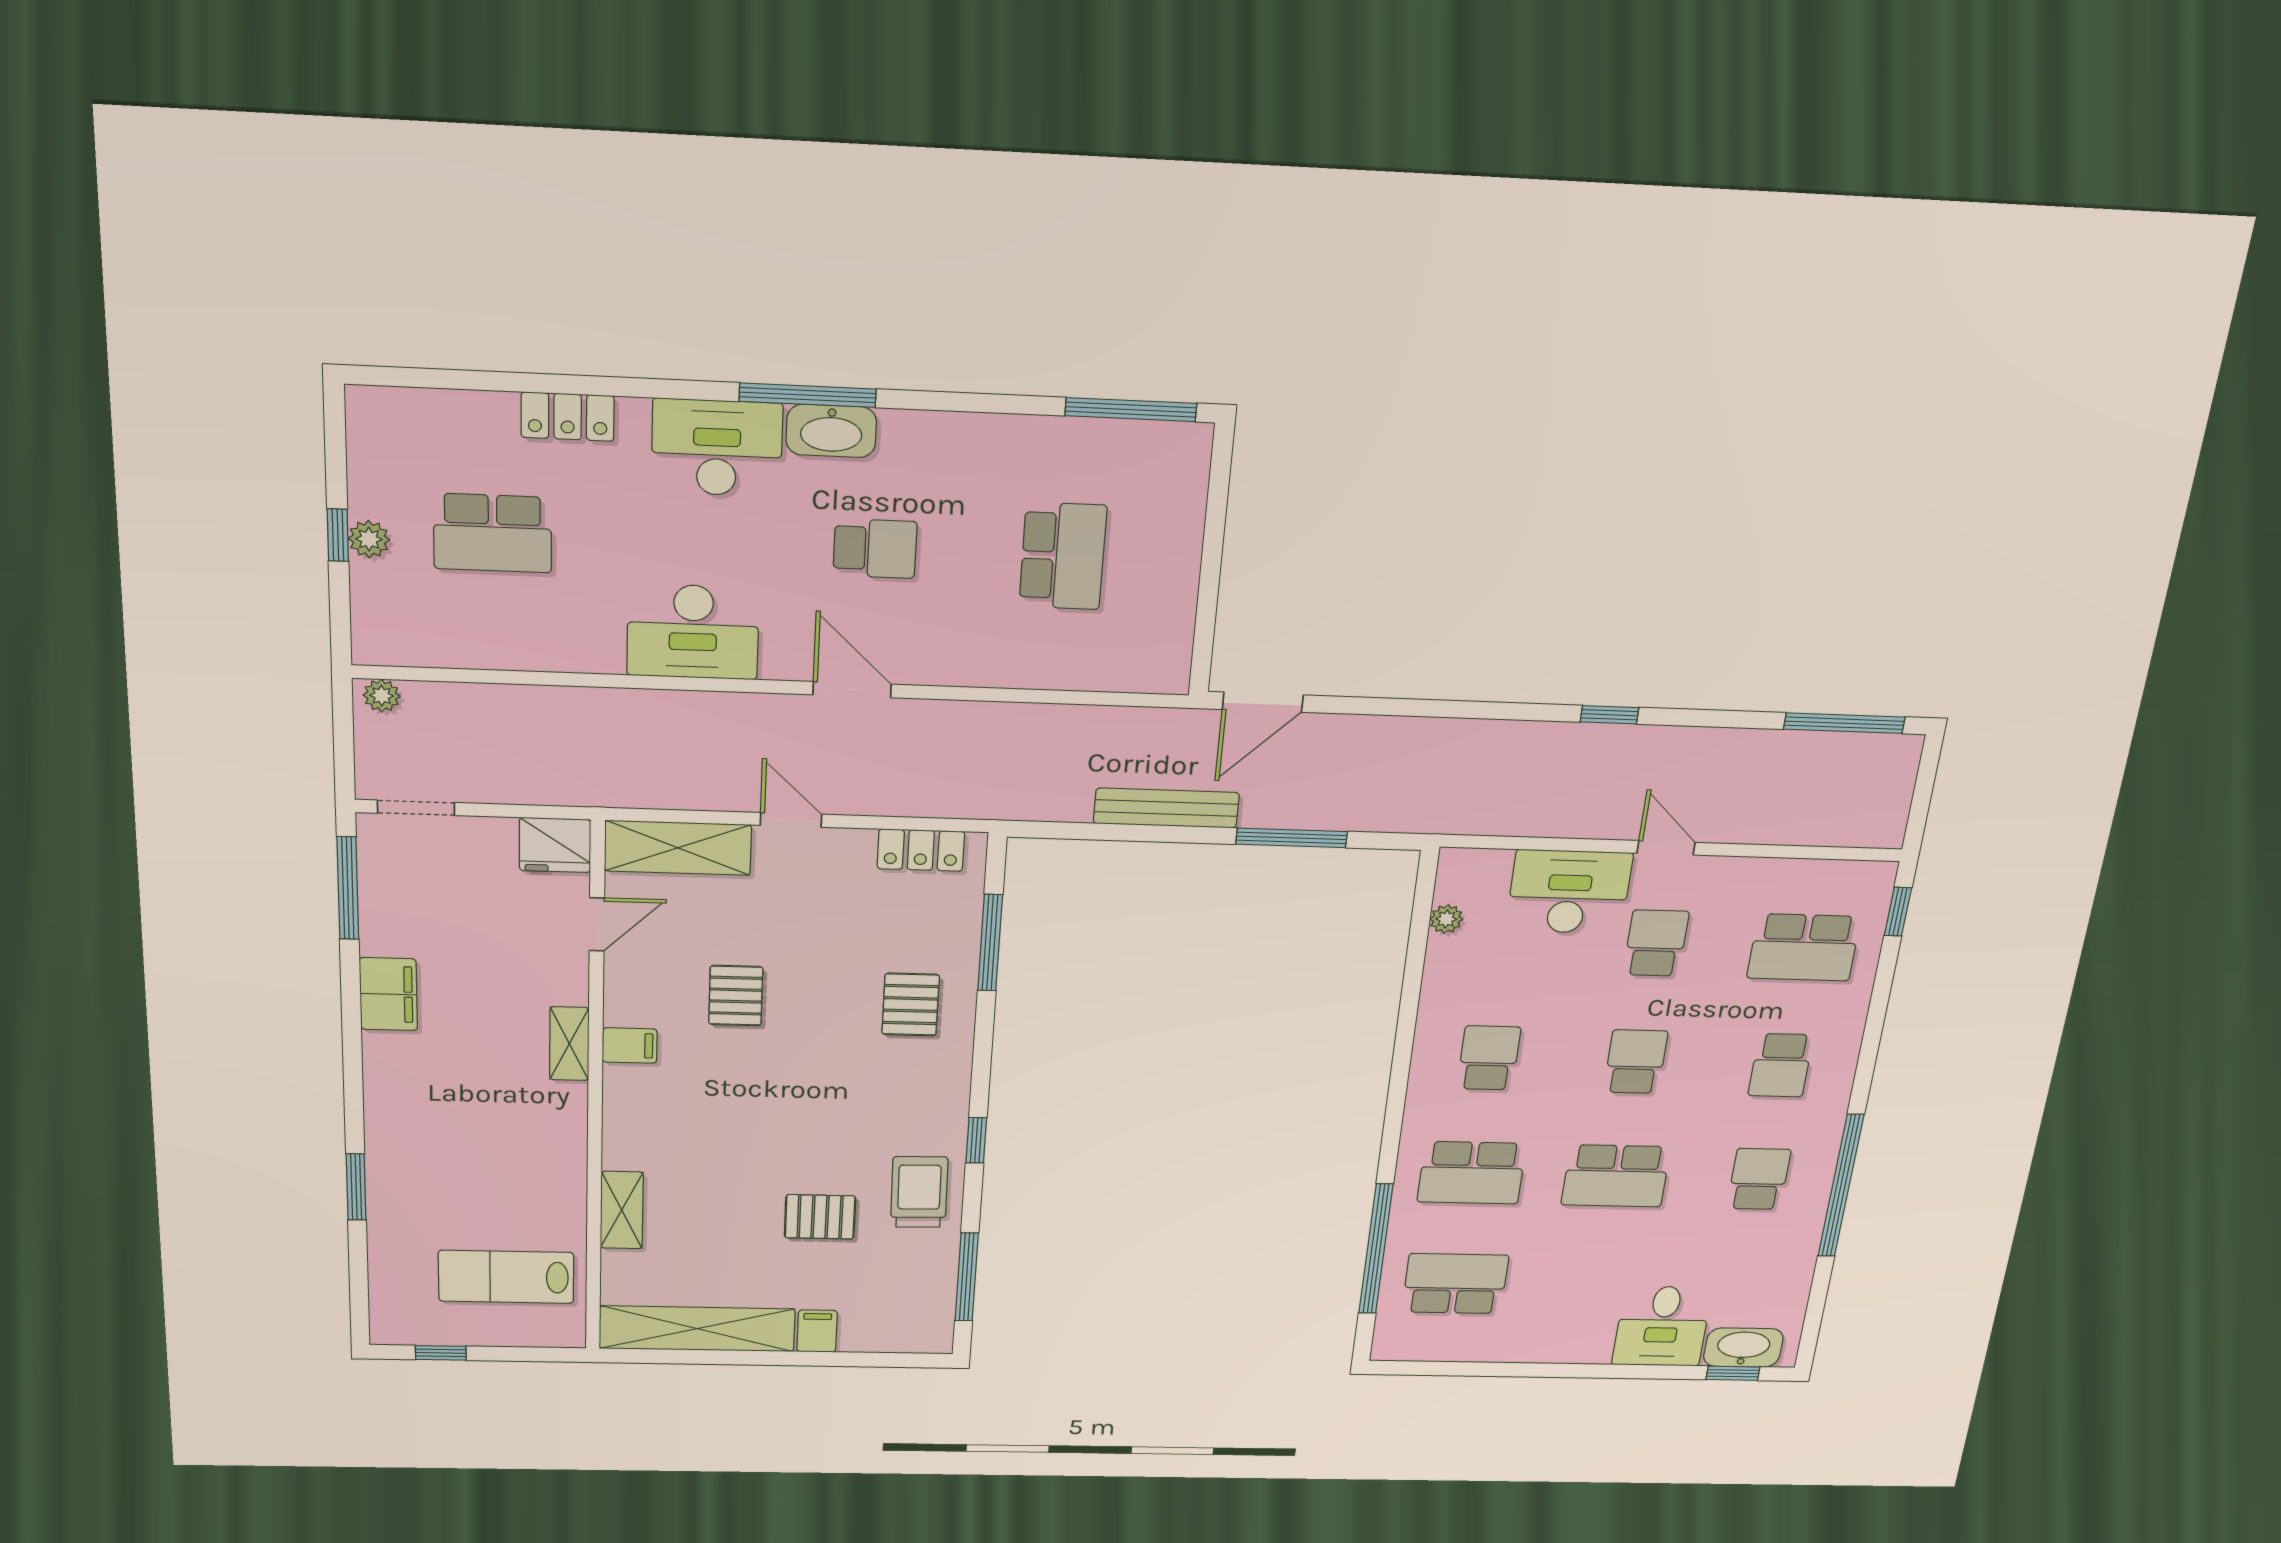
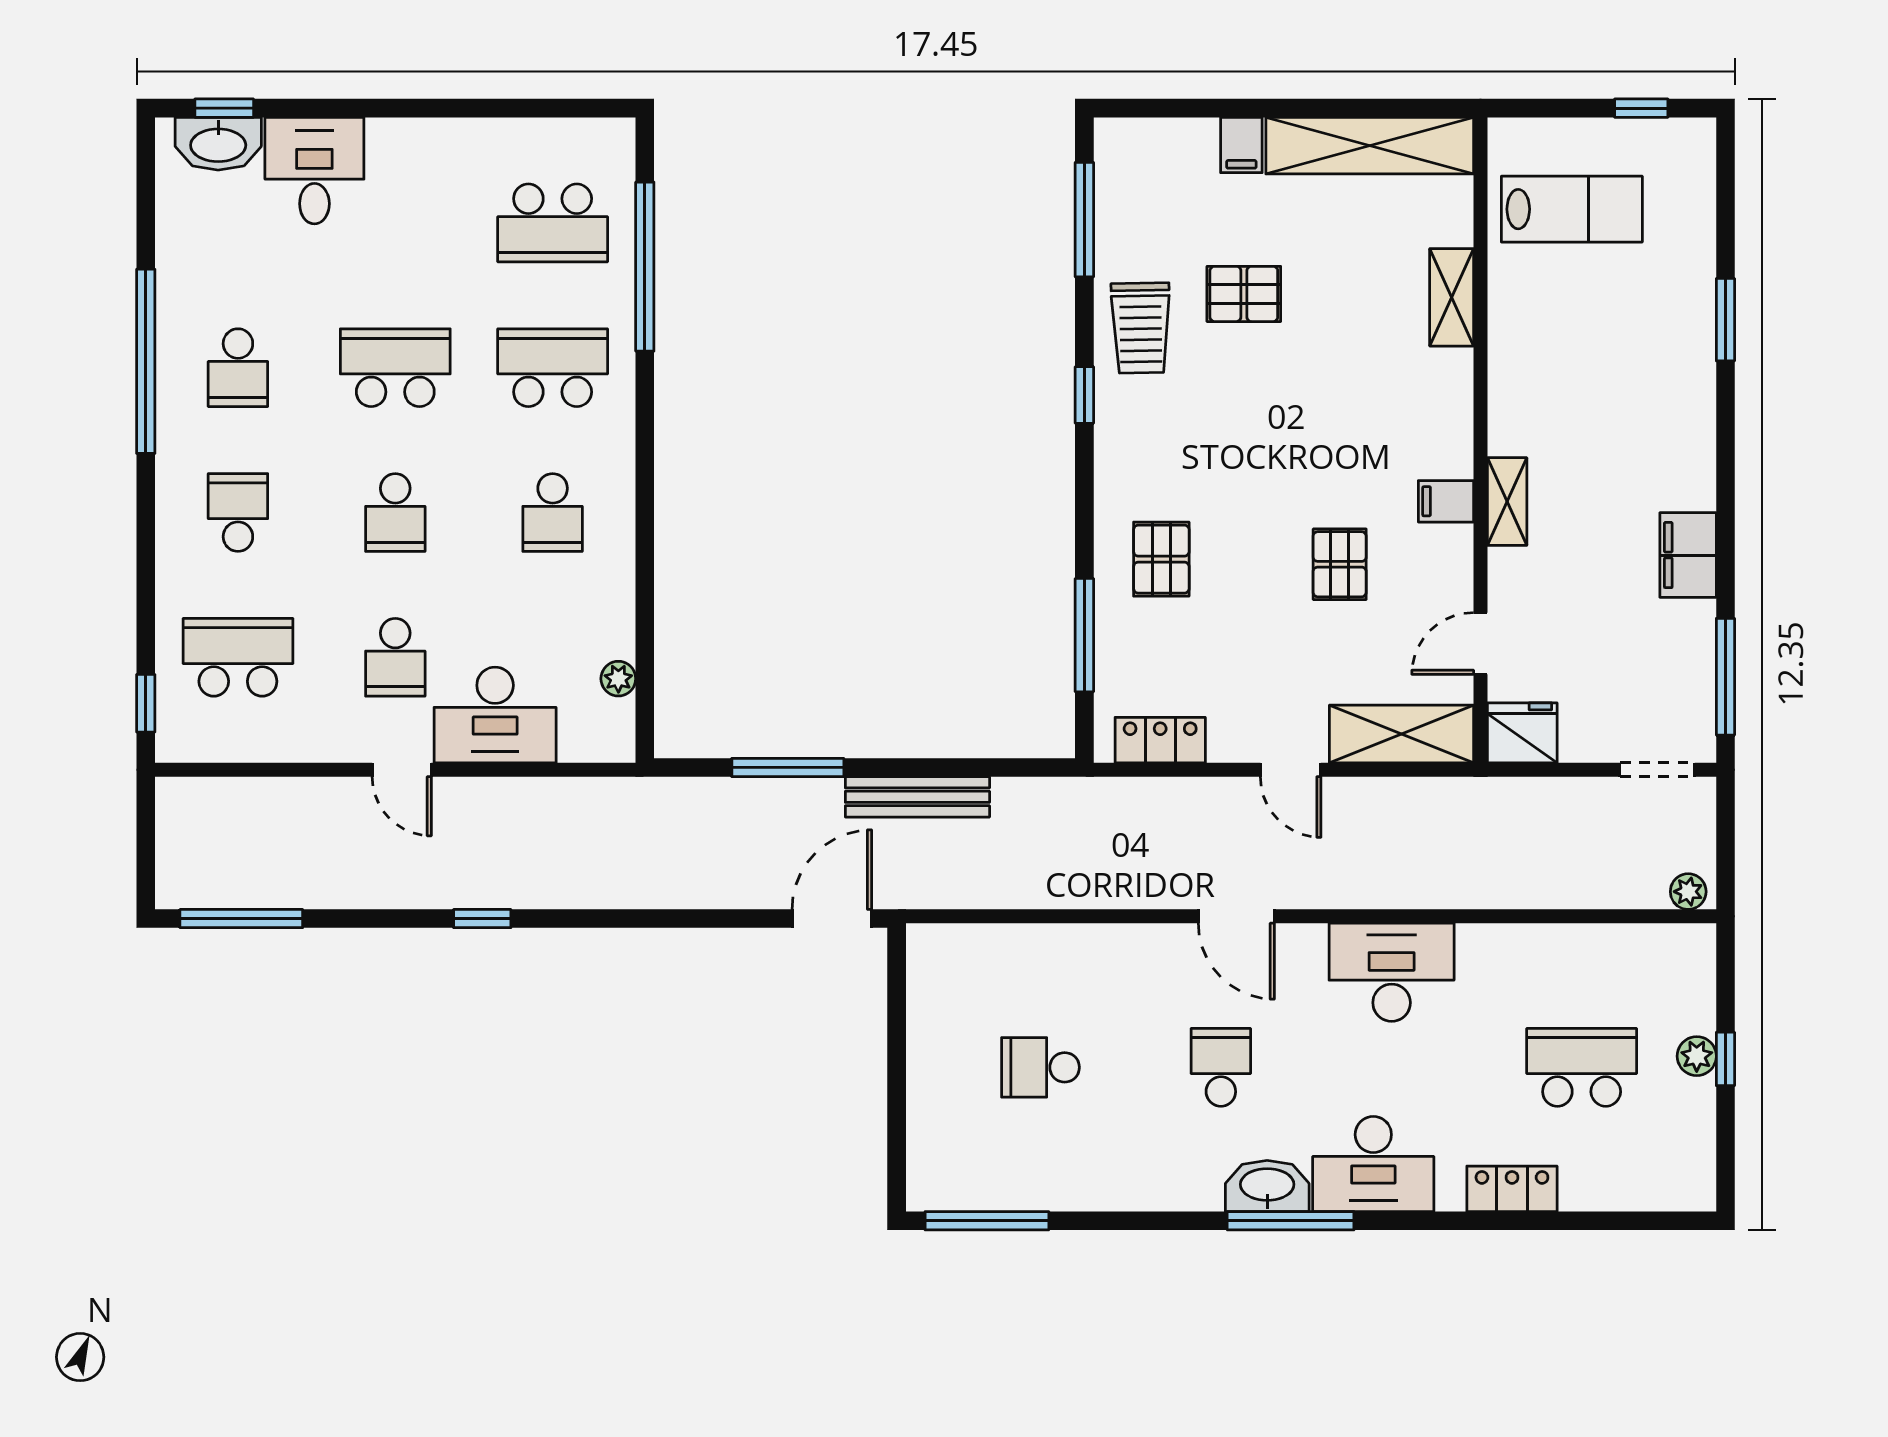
school desk: (875, 548) -> (1221, 1067), turned 90
school desk: (1063, 556) -> (1040, 1067), width x0.54

